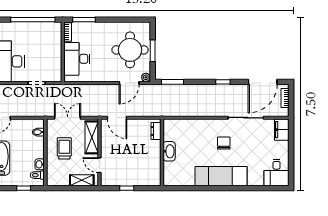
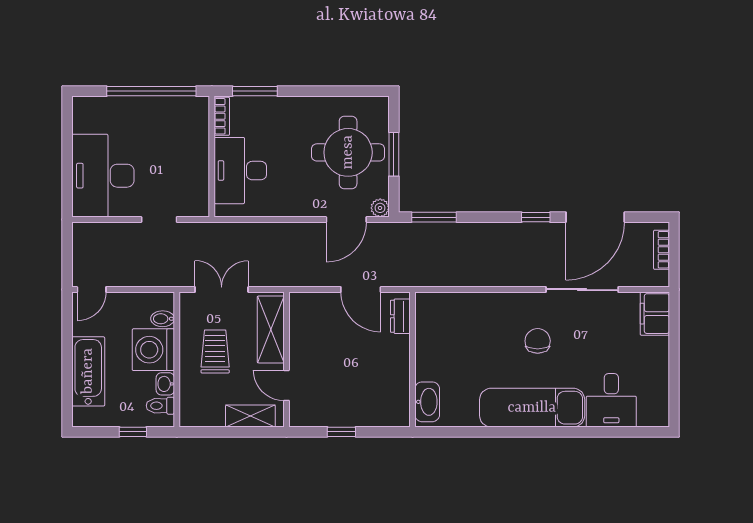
door: (263, 82) -> (595, 217), moved
door: (117, 118) -> (361, 290), moved
washing machine: (34, 147) -> (153, 350), added
washbasin: (169, 151) -> (427, 402), moved
desk: (277, 172) -> (611, 400), moved

